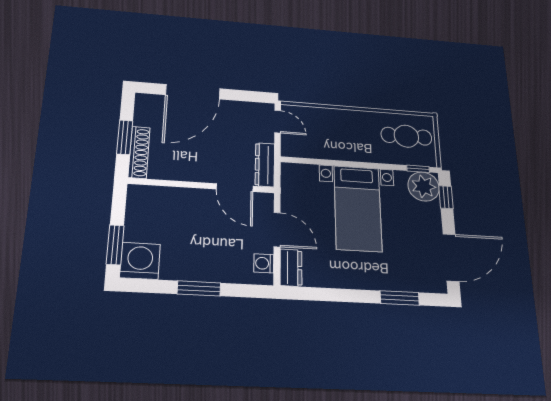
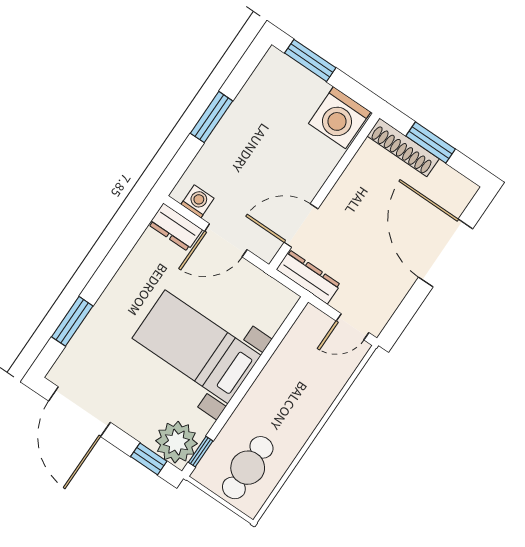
washing machine: (140, 261) -> (340, 118), moved, turned 90

